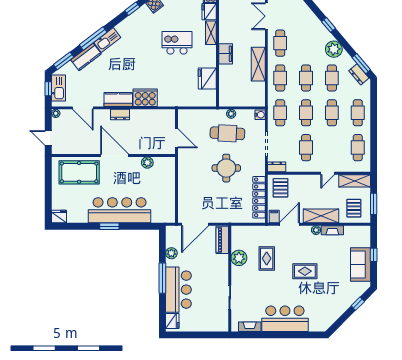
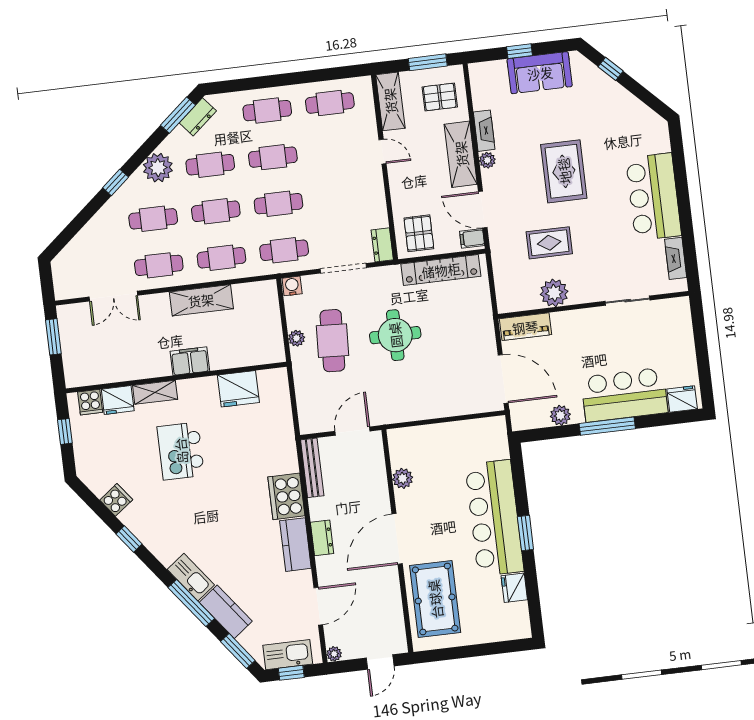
bench: (159, 114) -> (312, 468), added
cafe table: (306, 148) -> (153, 219), moved
pallet: (281, 188) -> (419, 233), turned 90
fridge: (59, 216) -> (514, 588), moved
rug: (305, 271) -> (564, 171), width x1.36, depth x1.43

